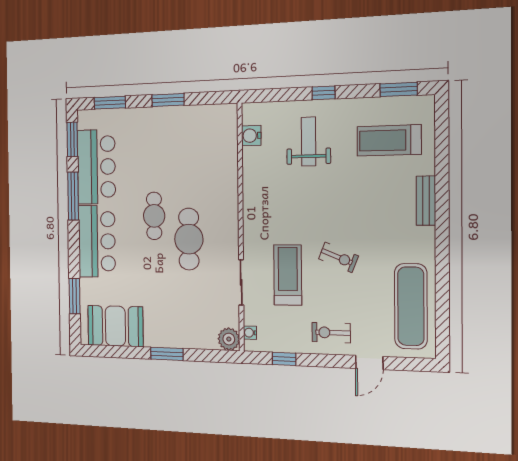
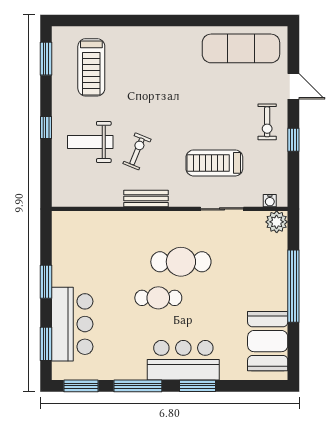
water cooler: (251, 136) -> (83, 198), removed
bar counter: (96, 167) -> (72, 324), moved, turned 90
bench: (426, 201) -> (146, 199), moved
exercise bike: (338, 257) -> (137, 151), moved
window: (75, 296) -> (197, 386), moved
window: (167, 354) -> (293, 286), width x2.11
window: (284, 359) -> (293, 140), moved

